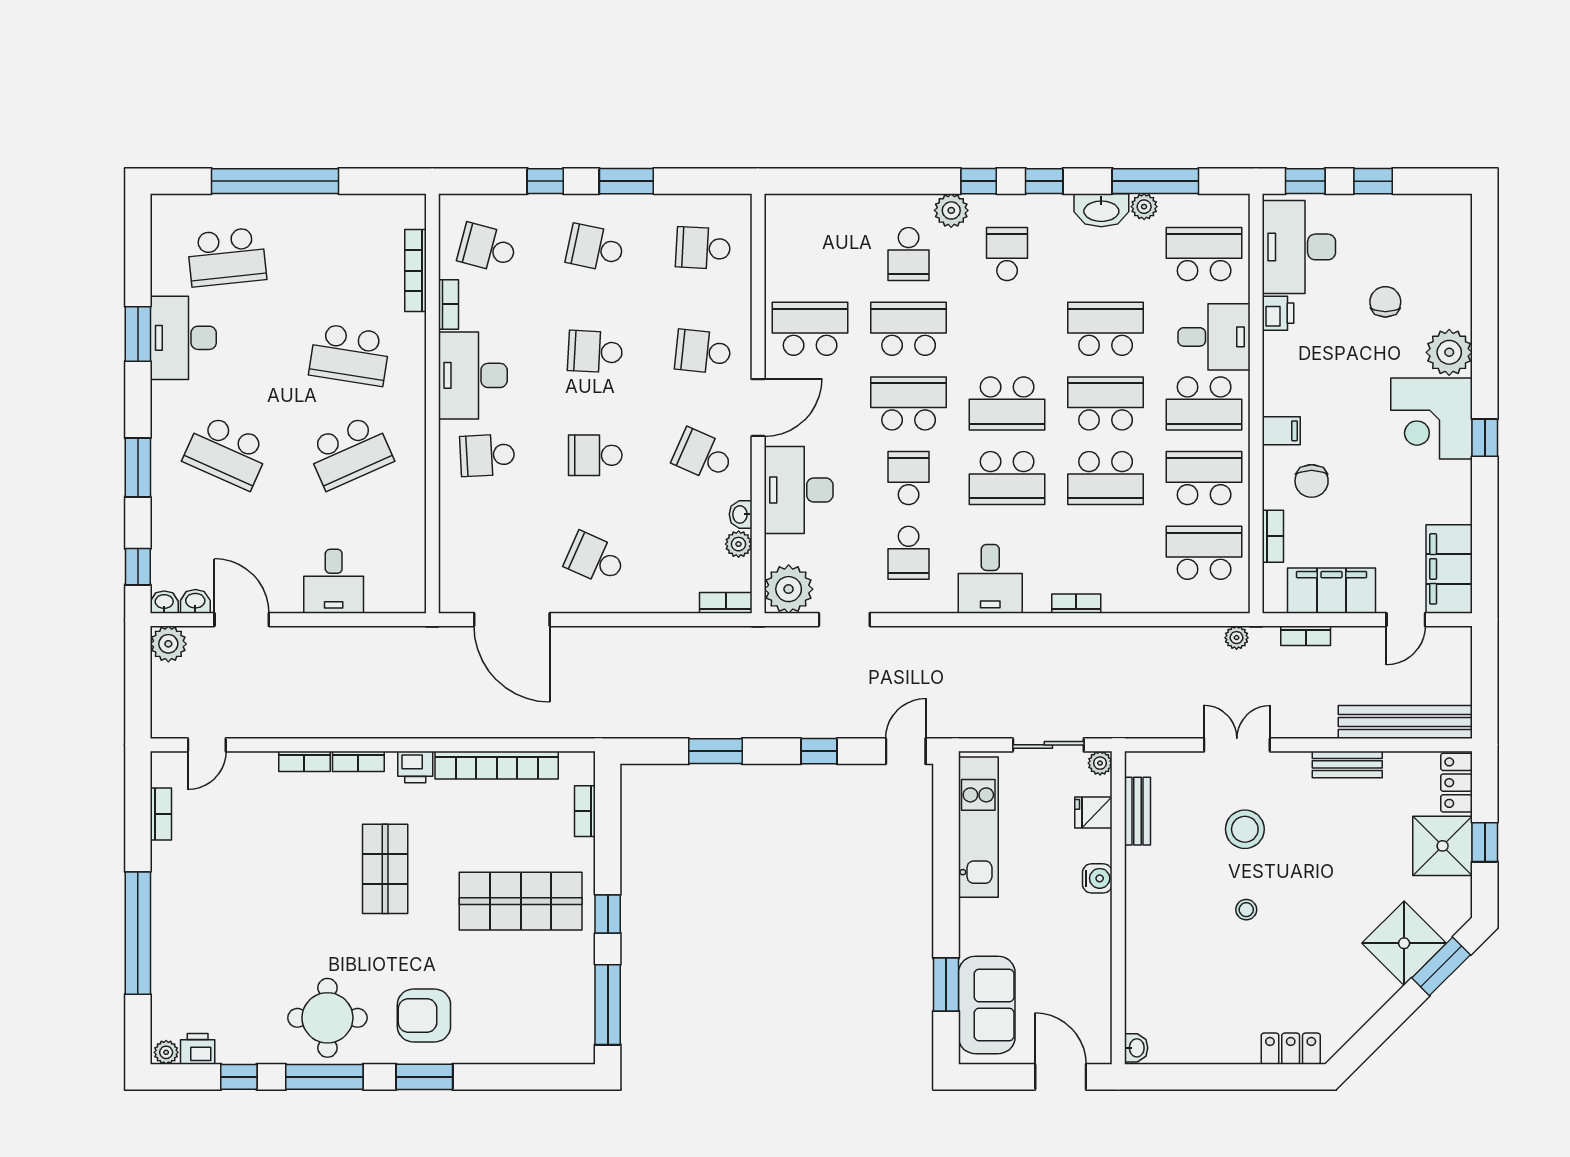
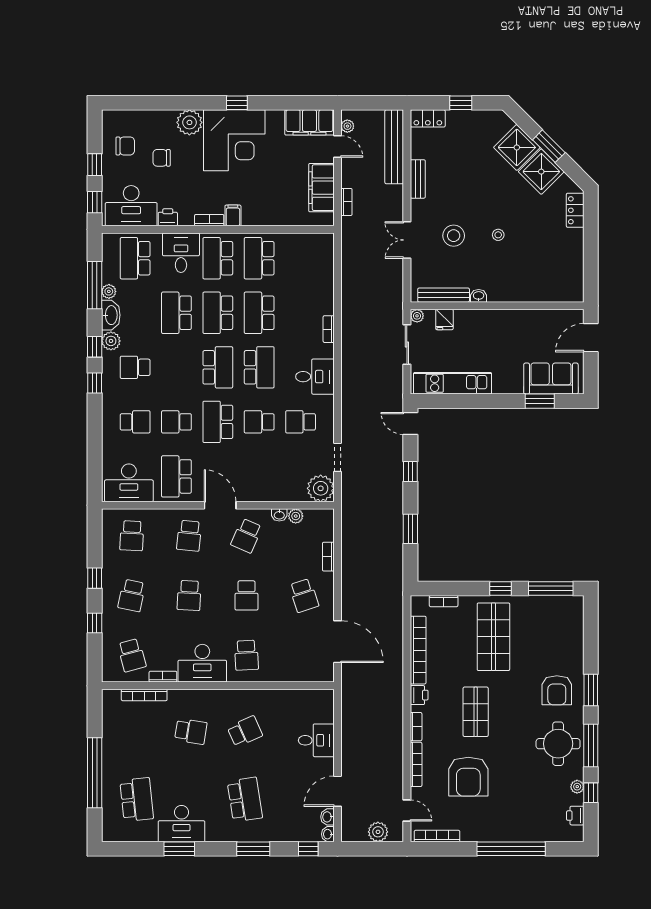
window: (626, 181) -> (95, 578), width x0.67
plant: (951, 210) -> (111, 341), moved
school desk: (487, 248) -> (132, 655), turned -30
school desk: (909, 329) -> (176, 422), width x0.54
school desk: (350, 355) -> (191, 731), width x0.54
school desk: (1204, 403) -> (218, 258), turned 180
corner desk: (1432, 418) -> (234, 140), width x1.36, depth x1.36
school desk: (227, 452) -> (245, 800), turned -33
school desk: (350, 452) -> (245, 731), width x0.54
school desk: (1106, 478) -> (259, 313), turned 180
chair: (1312, 481) -> (125, 146), moved
desk: (799, 490) -> (129, 483), moved
bookcase: (1273, 536) -> (209, 220), moved
school desk: (909, 553) -> (301, 422), turned 180
school desk: (1204, 553) -> (301, 258), removed
school desk: (595, 559) -> (304, 595), turned -42
bookcase: (726, 603) -> (328, 557), moved
door: (512, 620) -> (338, 642), hinge flipped
plant: (1237, 638) -> (347, 126), moved
plant: (168, 644) -> (378, 832), moved
bookcase: (304, 761) -> (416, 764), width x1.56
bench: (1137, 811) -> (444, 295), width x1.36
bookcase: (161, 814) -> (437, 836), width x1.56
shower: (1443, 846) -> (541, 172), moved, turned 45
armchair: (268, 856) -> (468, 777), added
shop shelf: (385, 869) -> (476, 712), turned 90
water cooler: (1097, 878) -> (481, 317), removed
window: (1441, 966) -> (549, 146), moved
washbasin: (1136, 1048) -> (479, 296), moved
plant: (166, 1052) -> (577, 787), moved

